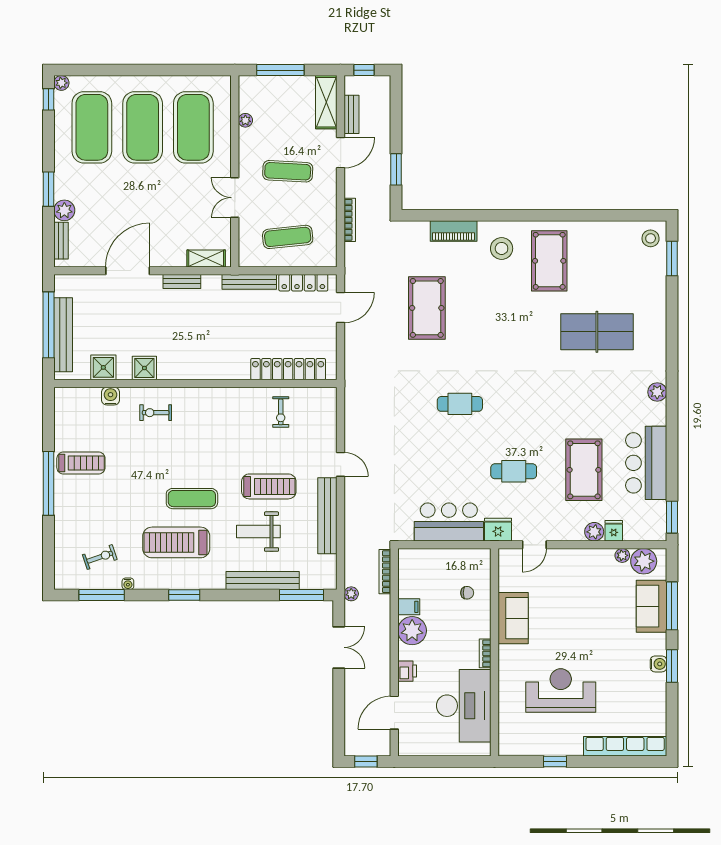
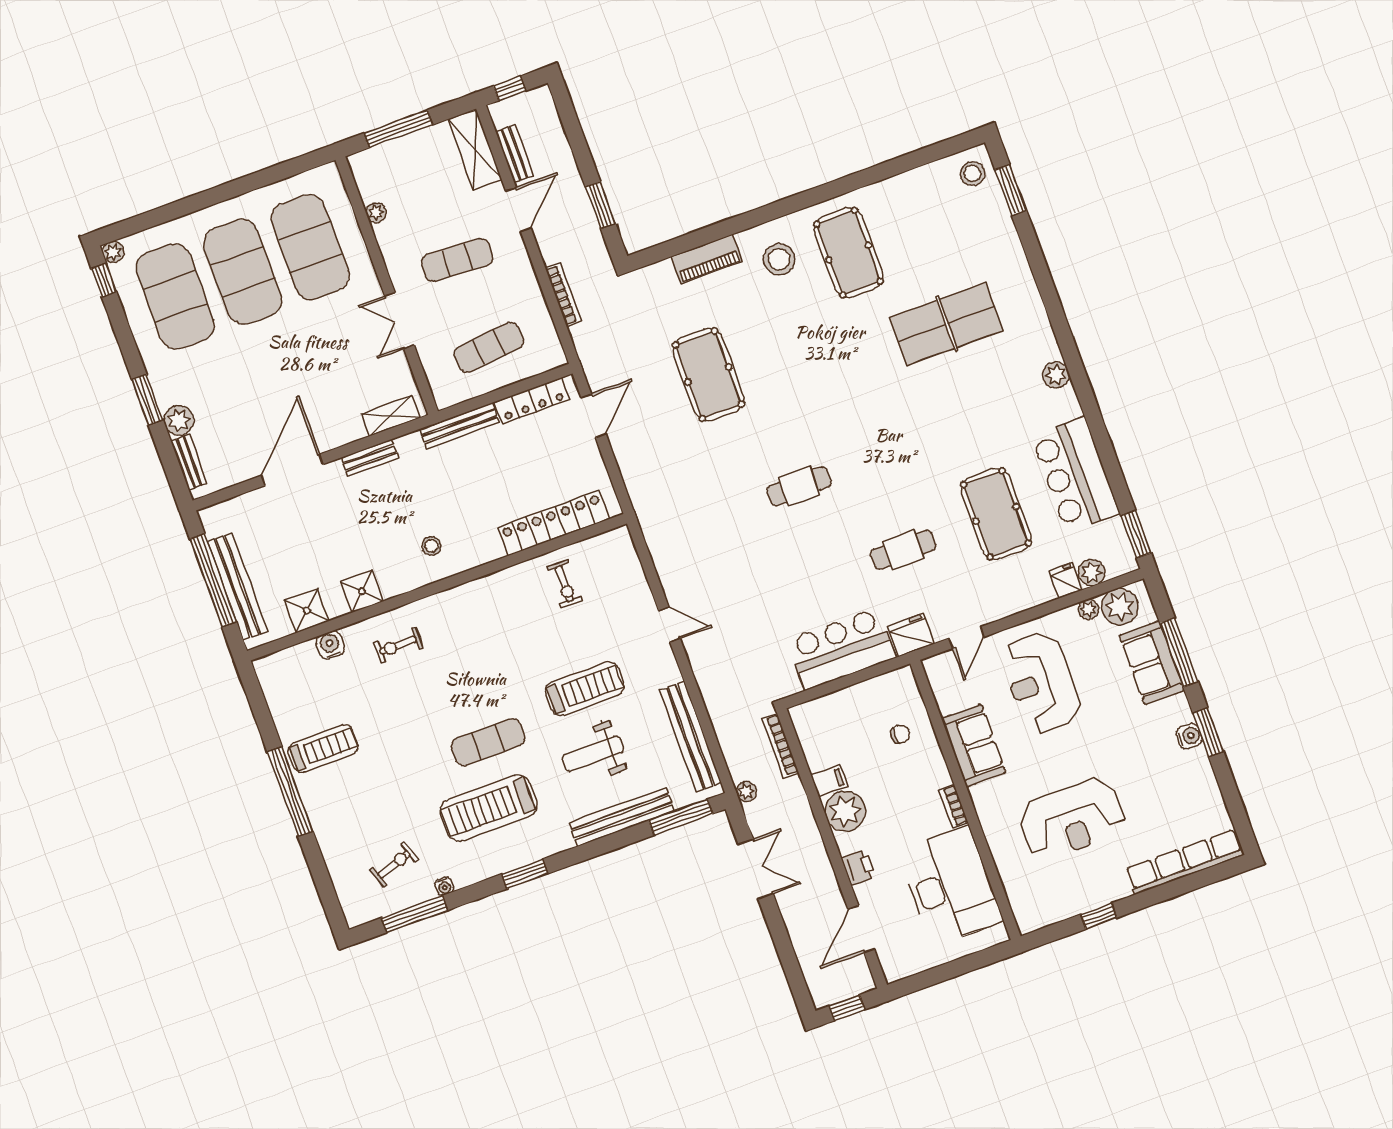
stool: (202, 355) -> (431, 546), added
bench: (327, 516) -> (690, 737), moved
plant: (594, 532) -> (1092, 572), moved
reception desk: (573, 593) -> (1041, 683), added
reception desk: (561, 691) -> (1072, 819), turned 180

